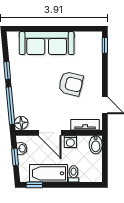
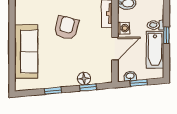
window: (10, 106) -> (88, 87), width x0.46
floor lamp: (21, 123) -> (84, 79), moved
window: (34, 185) -> (166, 35), moved

